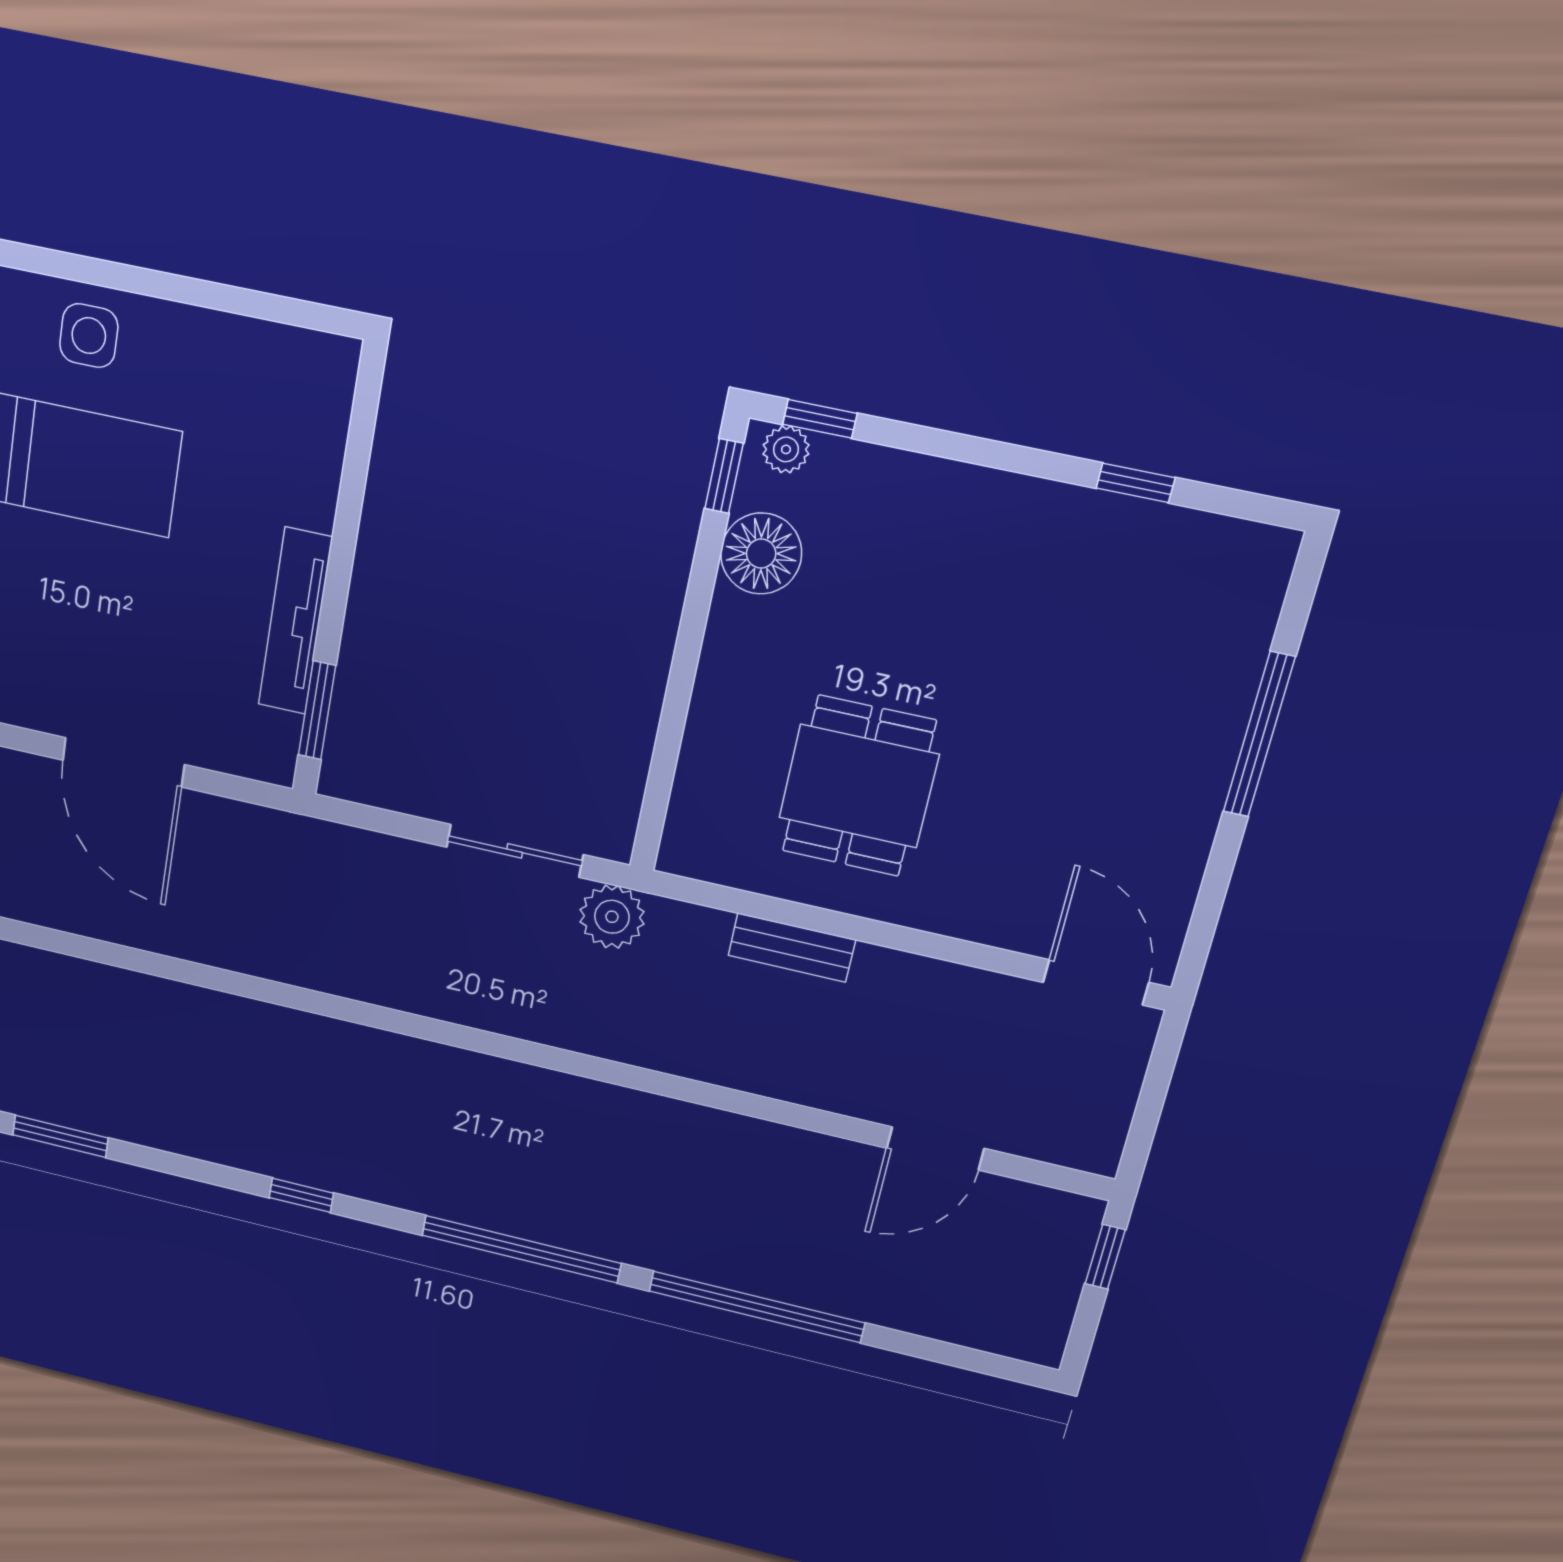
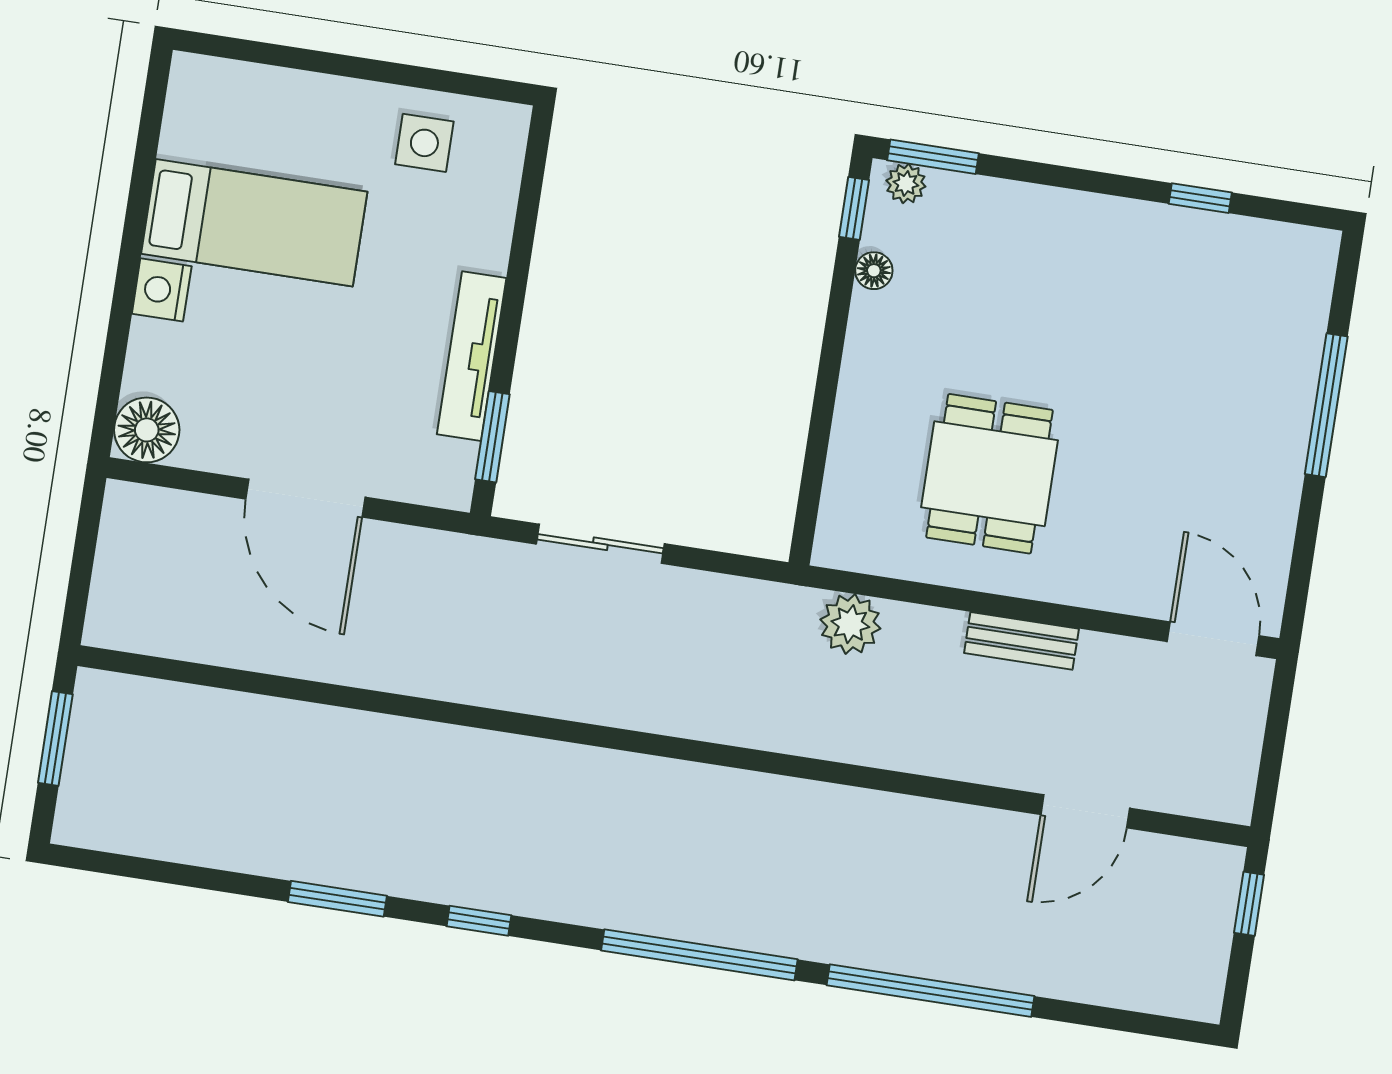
side table: (89, 336) -> (424, 143), moved
window: (820, 419) -> (933, 157), width x1.50
floor lamp: (761, 554) -> (874, 271), width x0.53, depth x0.53
sliding door: (515, 851) -> (600, 544), moved
plant: (612, 917) -> (850, 624), moved
bench: (792, 948) -> (1021, 641), moved
window: (60, 1136) -> (337, 899), moved

